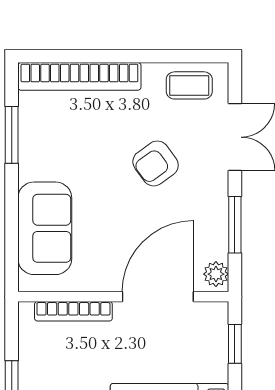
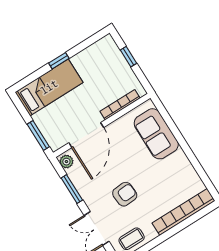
window: (12, 135) -> (197, 167), removed
armchair: (156, 163) -> (125, 194), turned 32
window: (235, 344) -> (38, 136), width x1.50

